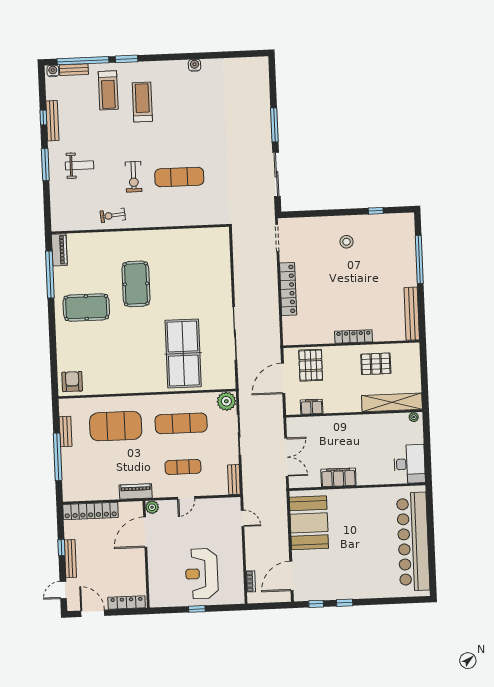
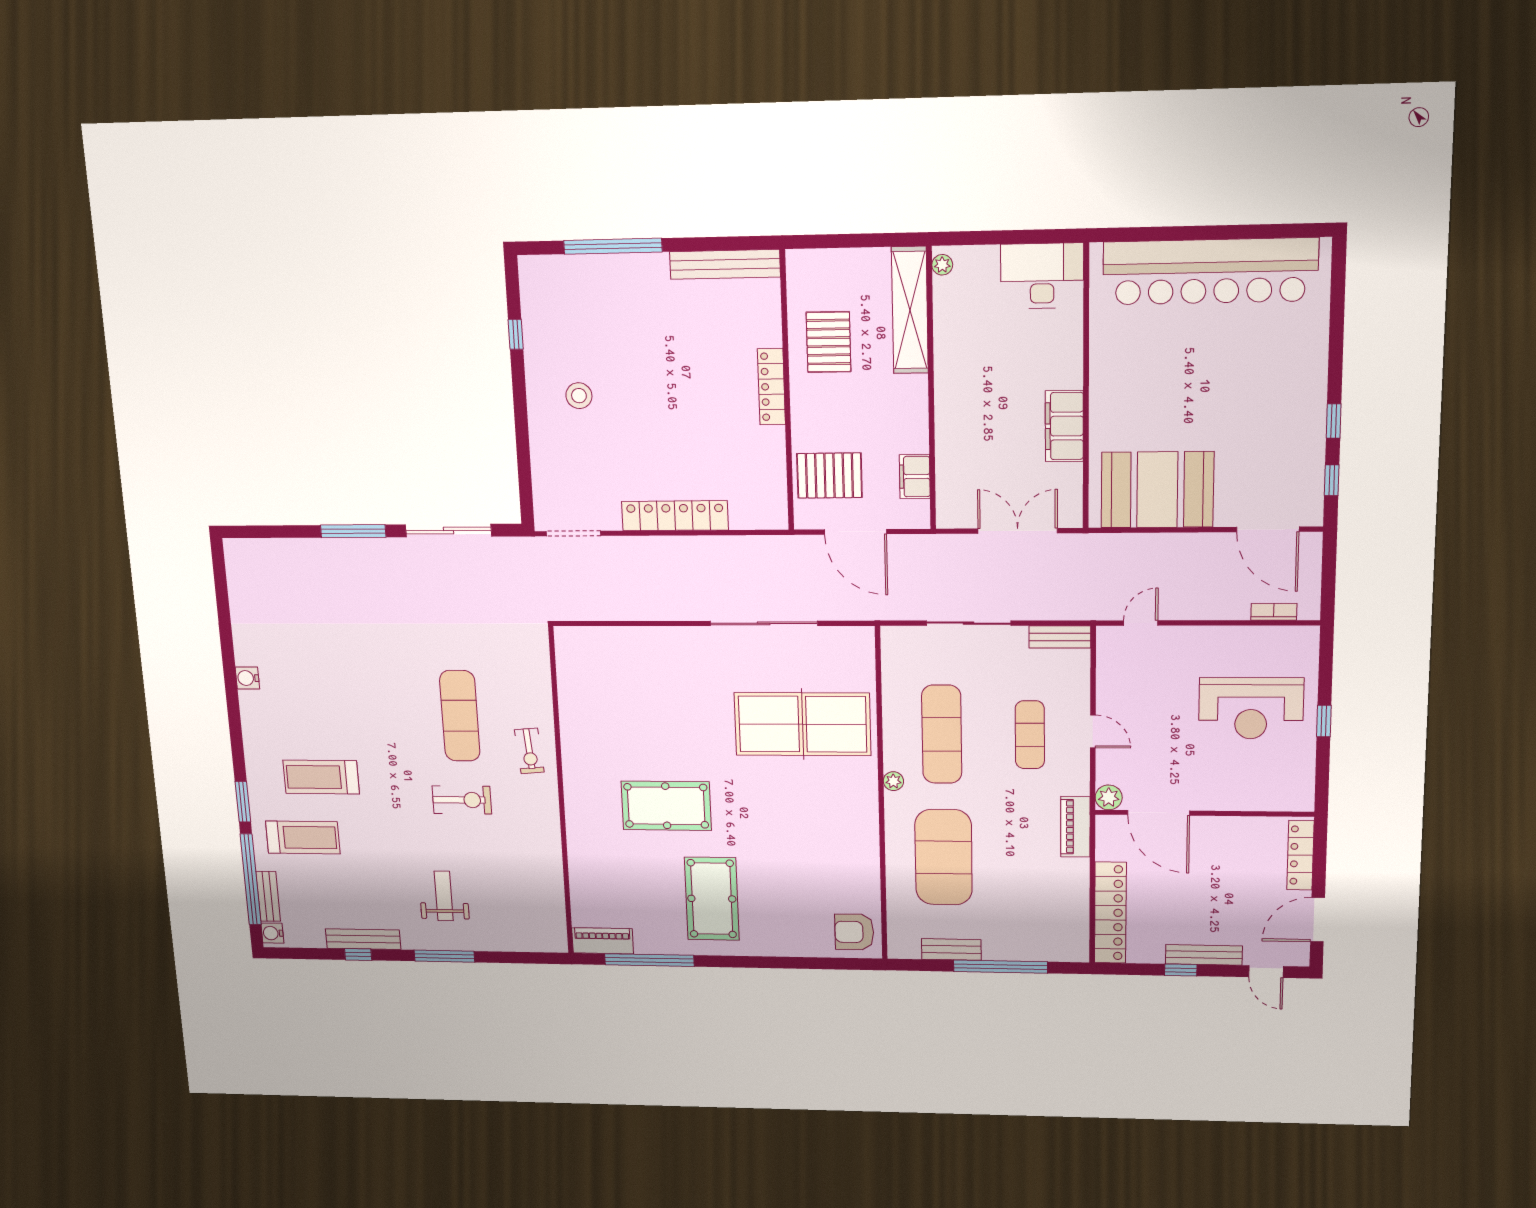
exercise bike: (113, 215) -> (529, 751), moved
plant: (226, 401) -> (893, 781), moved, width x0.53, depth x0.53

